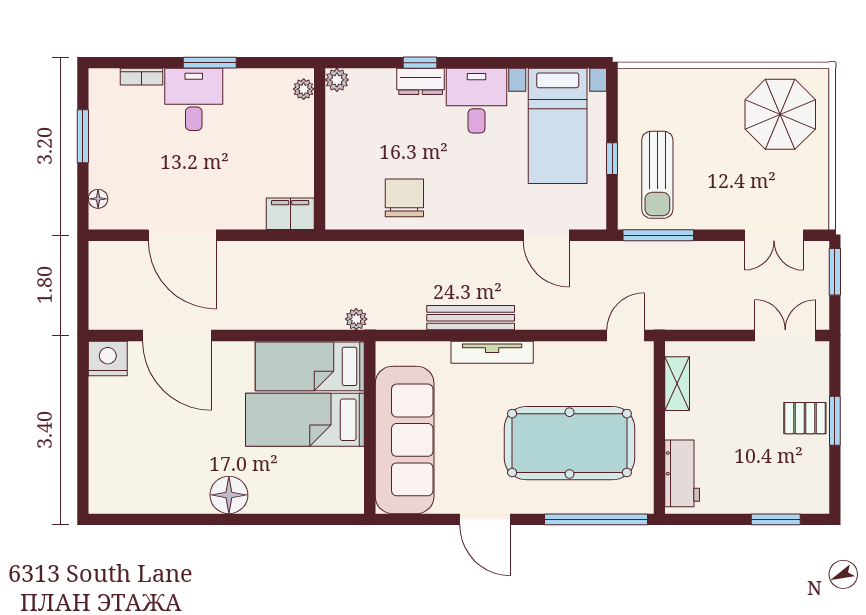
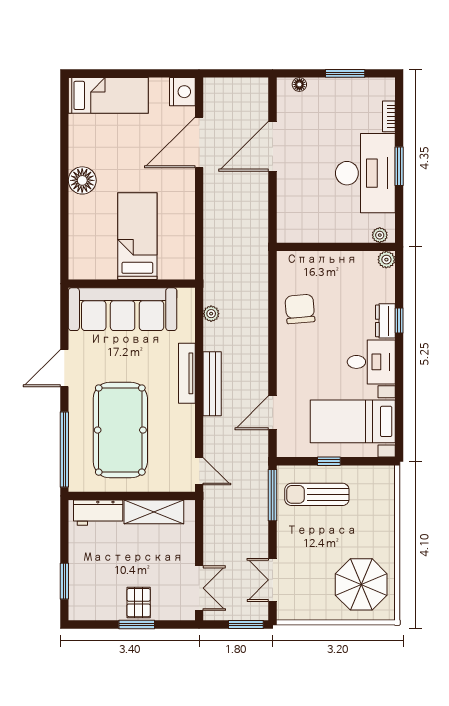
desk: (194, 99) -> (365, 173), width x1.87, depth x1.30
chair: (404, 198) -> (300, 309), turned -95
filing cabinet: (290, 214) -> (288, 225), removed
bench: (471, 318) -> (212, 384), moved
plant: (356, 319) -> (211, 314), moved
bed: (310, 366) -> (108, 95), moved, turned 90
shelving: (677, 384) -> (154, 512), width x1.50, depth x1.33

